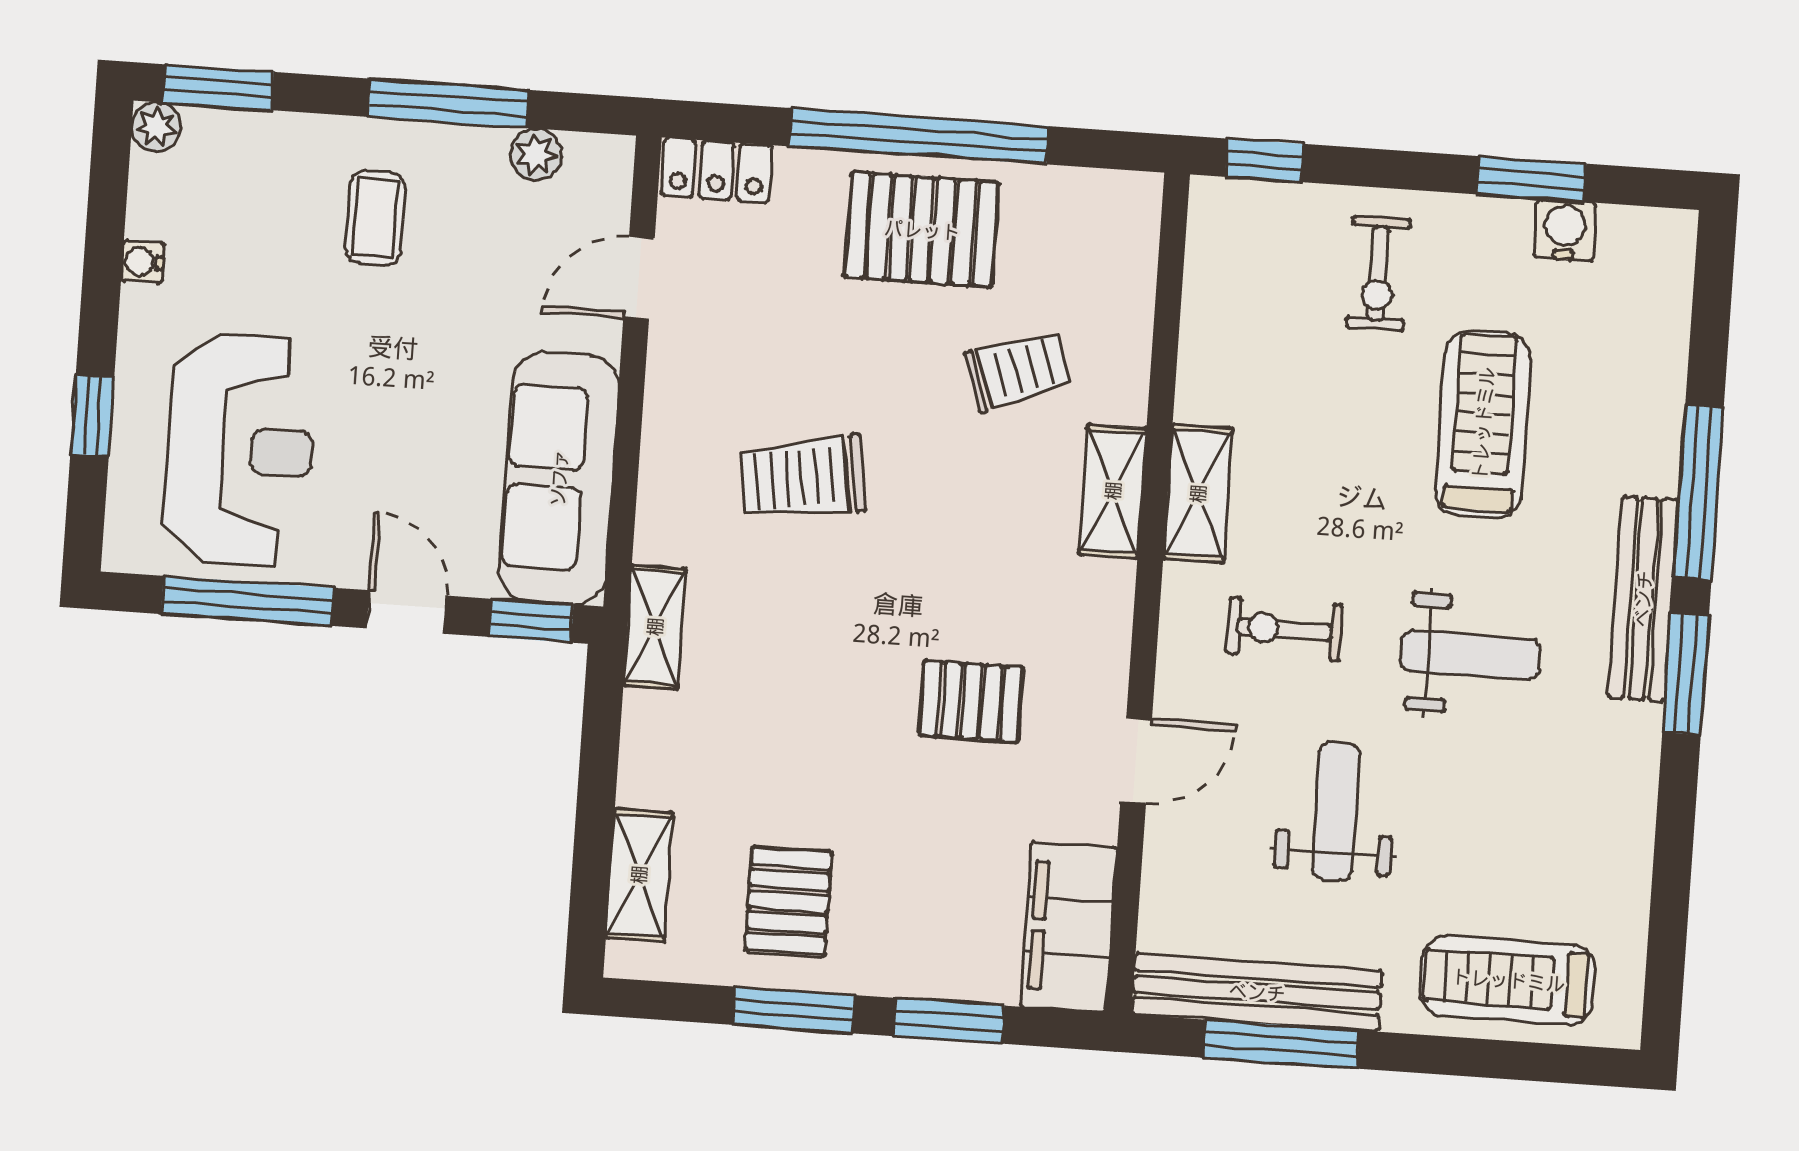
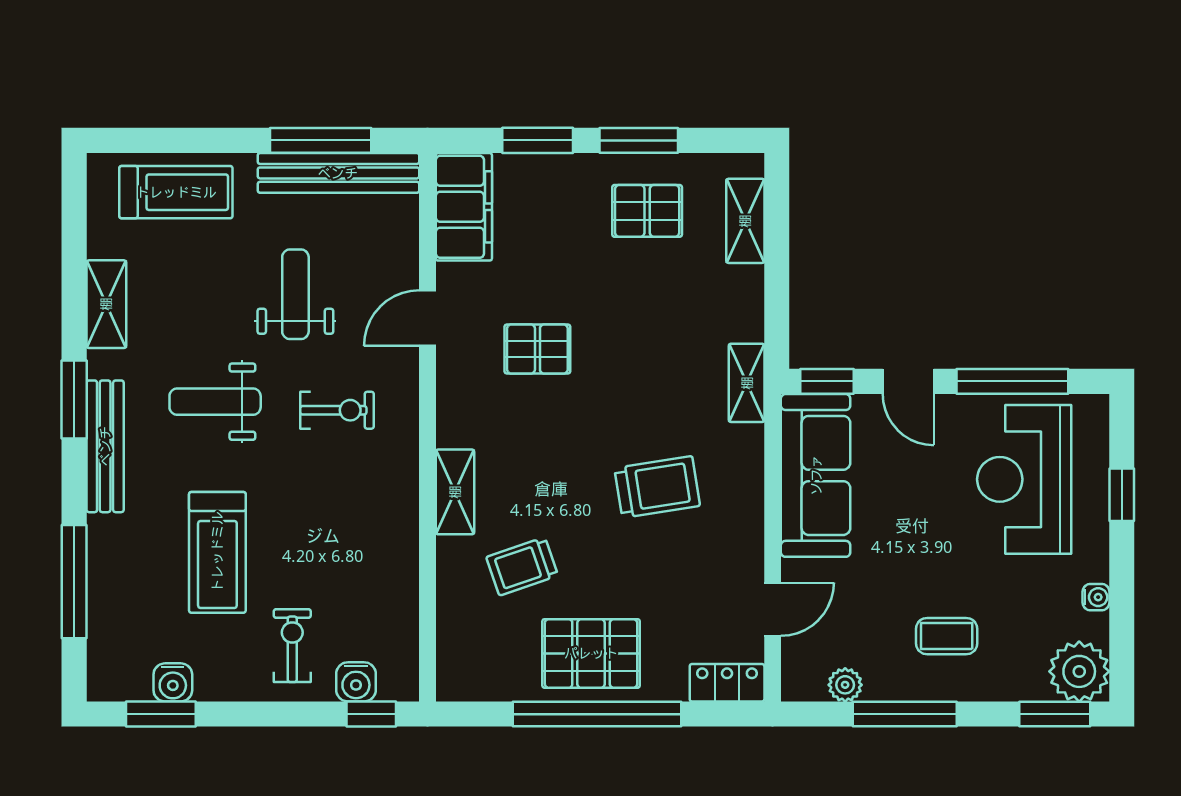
plant: (156, 127) -> (1079, 671), width x1.88, depth x1.88
window: (1531, 179) -> (161, 714), moved
water cooler: (1285, 211) -> (356, 682), added
coffee table: (375, 218) -> (947, 636), turned 90
window: (1698, 492) -> (74, 582), moved
shelving: (1198, 494) -> (106, 304), moved
weight bench: (1336, 811) -> (295, 294), turned 180
pallet: (788, 901) -> (647, 211), turned 90

